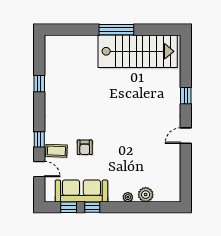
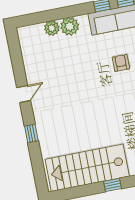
window: (116, 30) -> (112, 185), width x0.46
plant: (128, 197) -> (70, 26), width x1.88, depth x1.88

